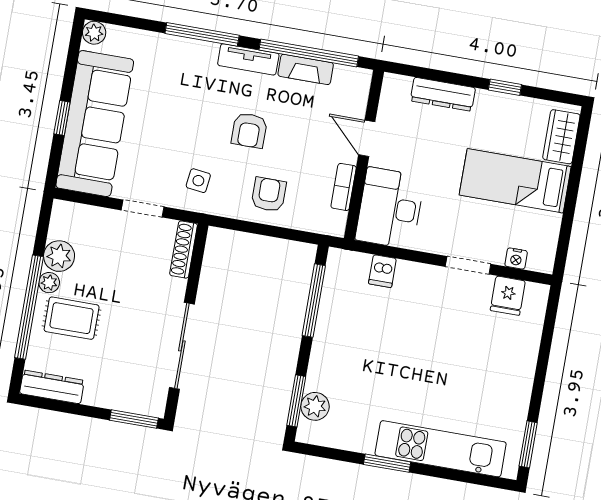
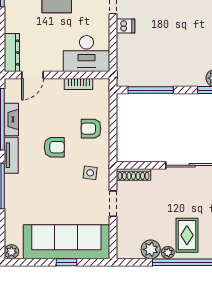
dresser: (443, 94) -> (12, 53), moved
door: (367, 138) -> (32, 75), moved
dishwasher: (382, 271) -> (125, 26), moved

